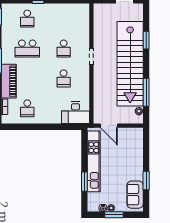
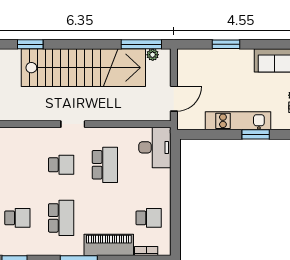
window: (146, 40) -> (30, 44), moved
school desk: (64, 78) -> (105, 165), width x1.85
window: (146, 92) -> (141, 44), moved
kitchen unit: (94, 161) -> (238, 121), width x0.73
window: (146, 181) -> (226, 44), moved

